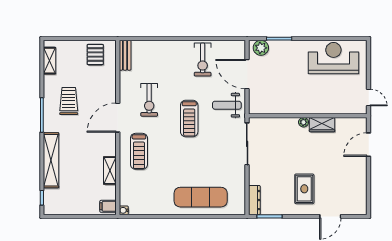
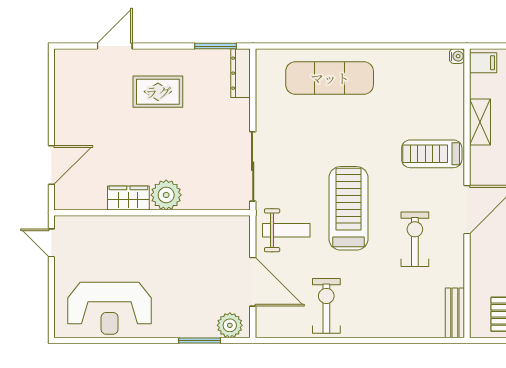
treadmill: (189, 118) -> (348, 208), width x1.37, depth x1.38
plant: (304, 122) -> (166, 195), width x1.88, depth x1.88
treadmill: (139, 151) -> (432, 154), turned -90
rug: (304, 189) -> (158, 92), turned 90

